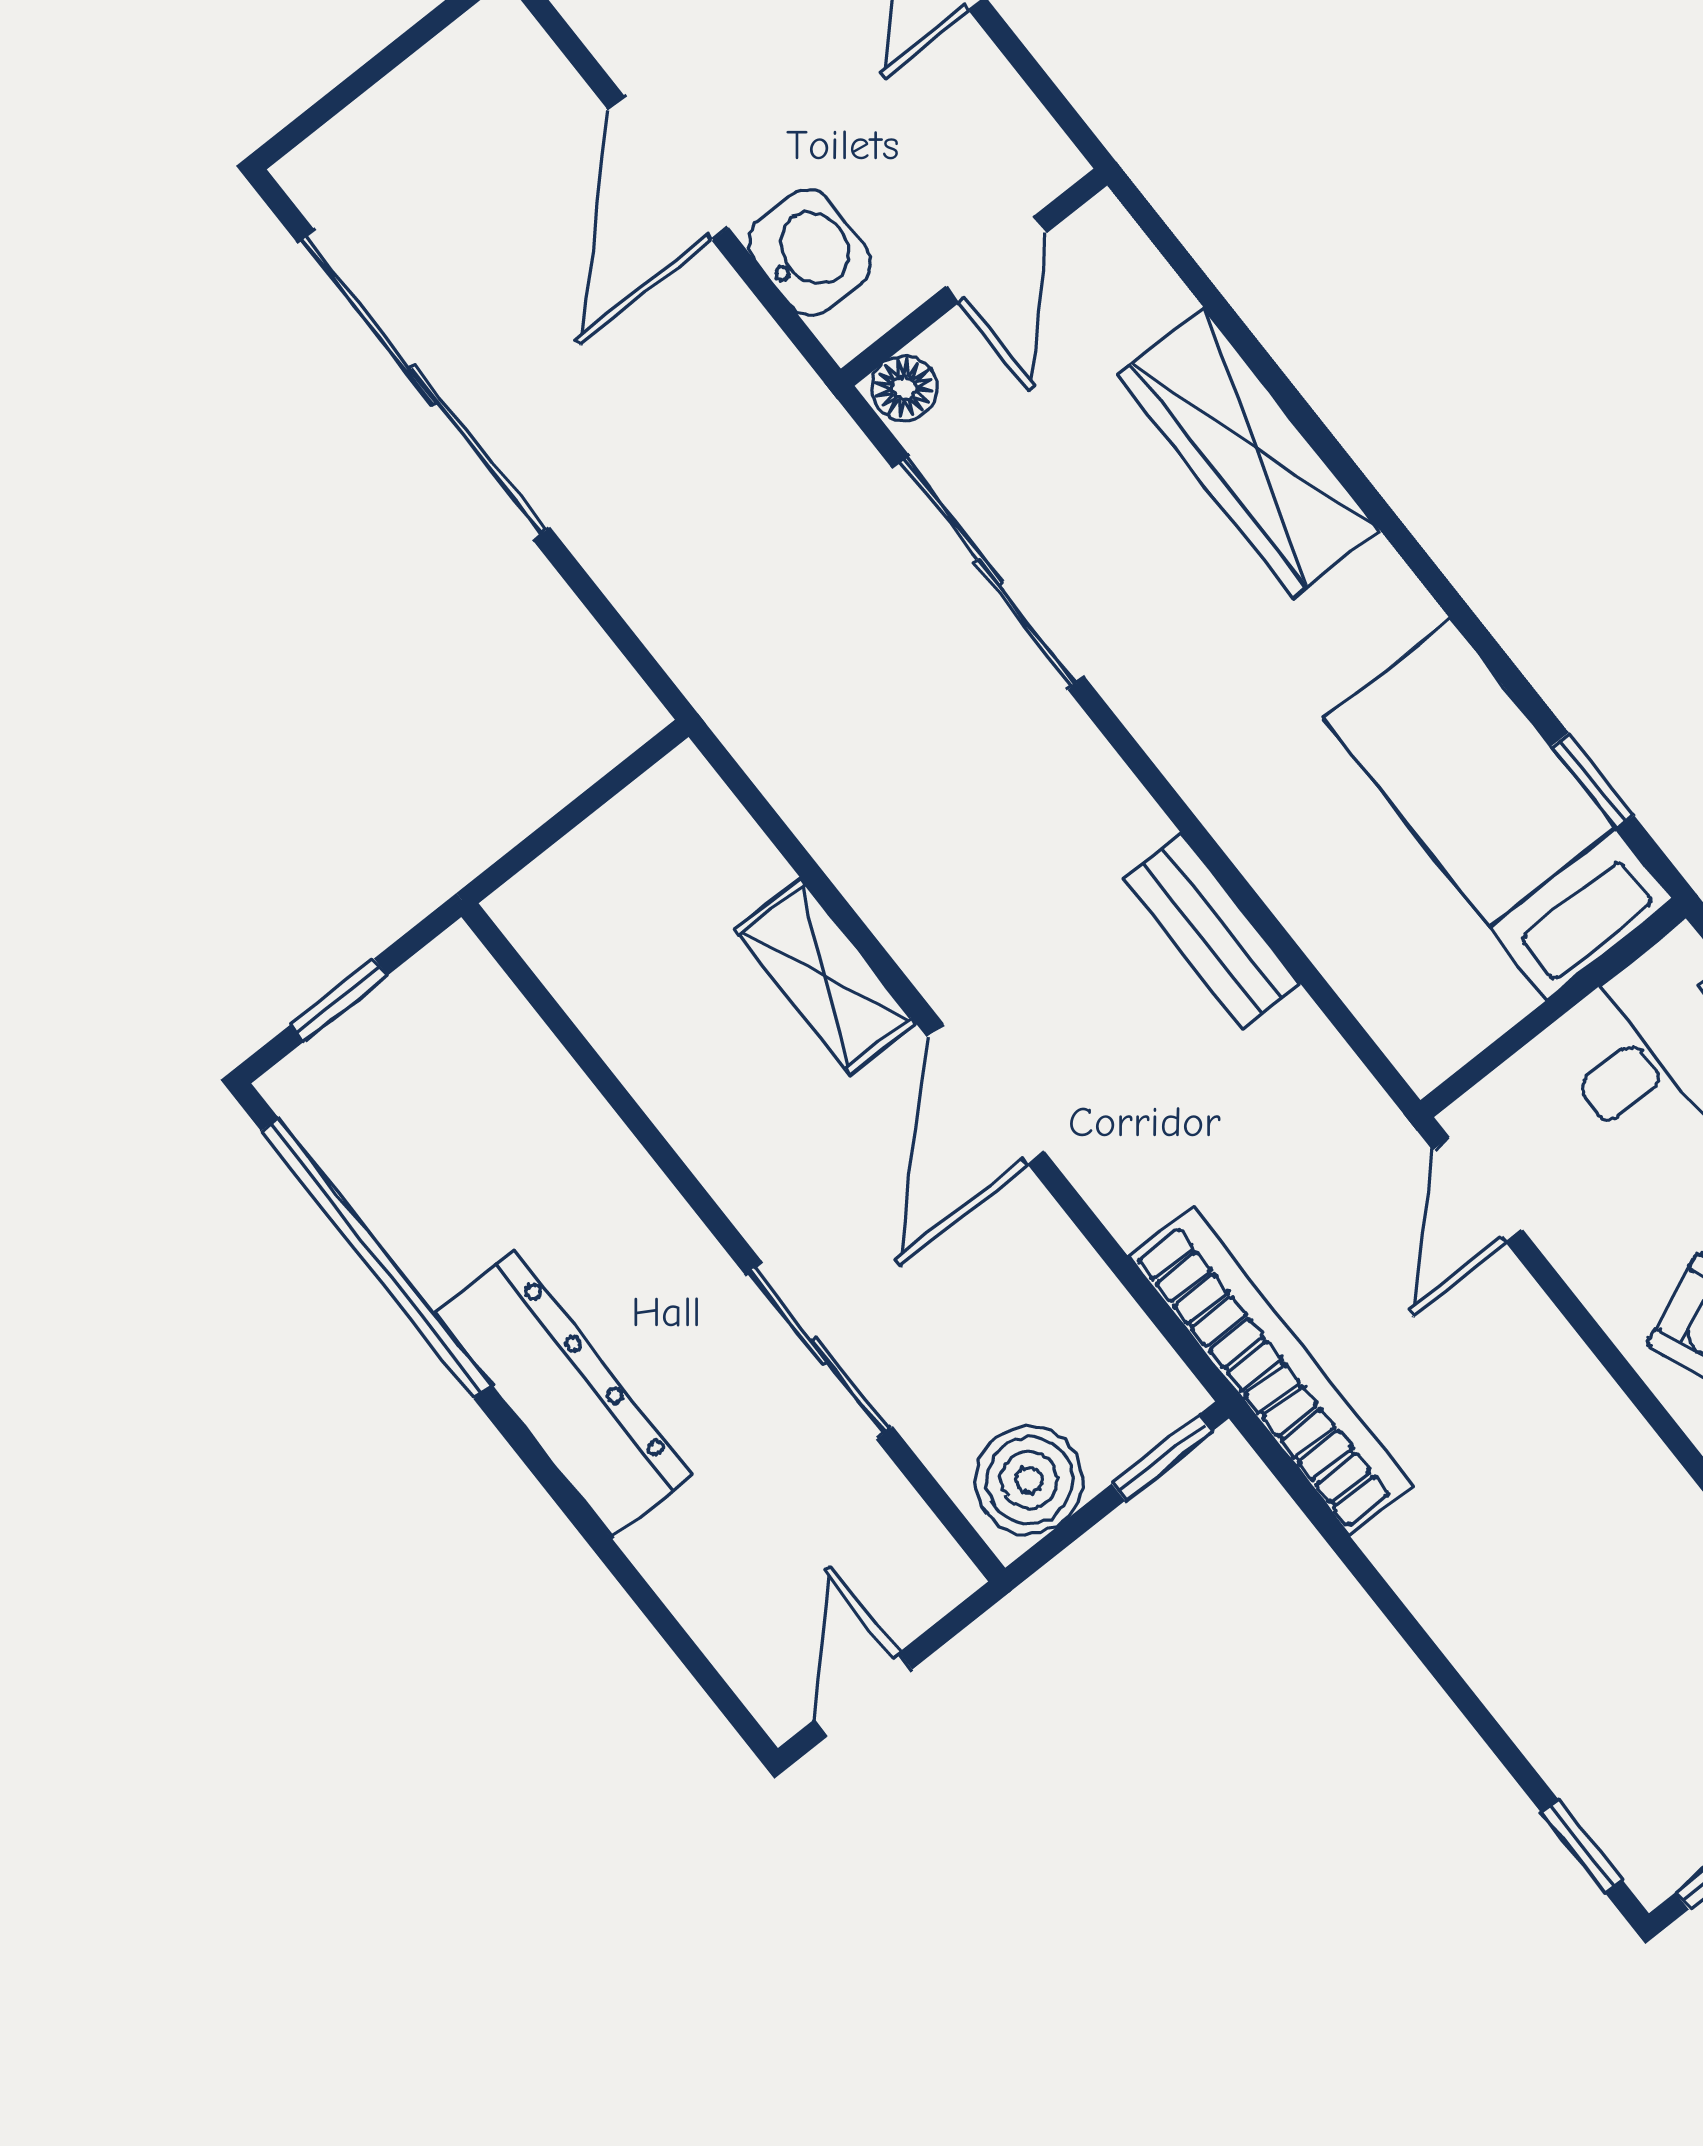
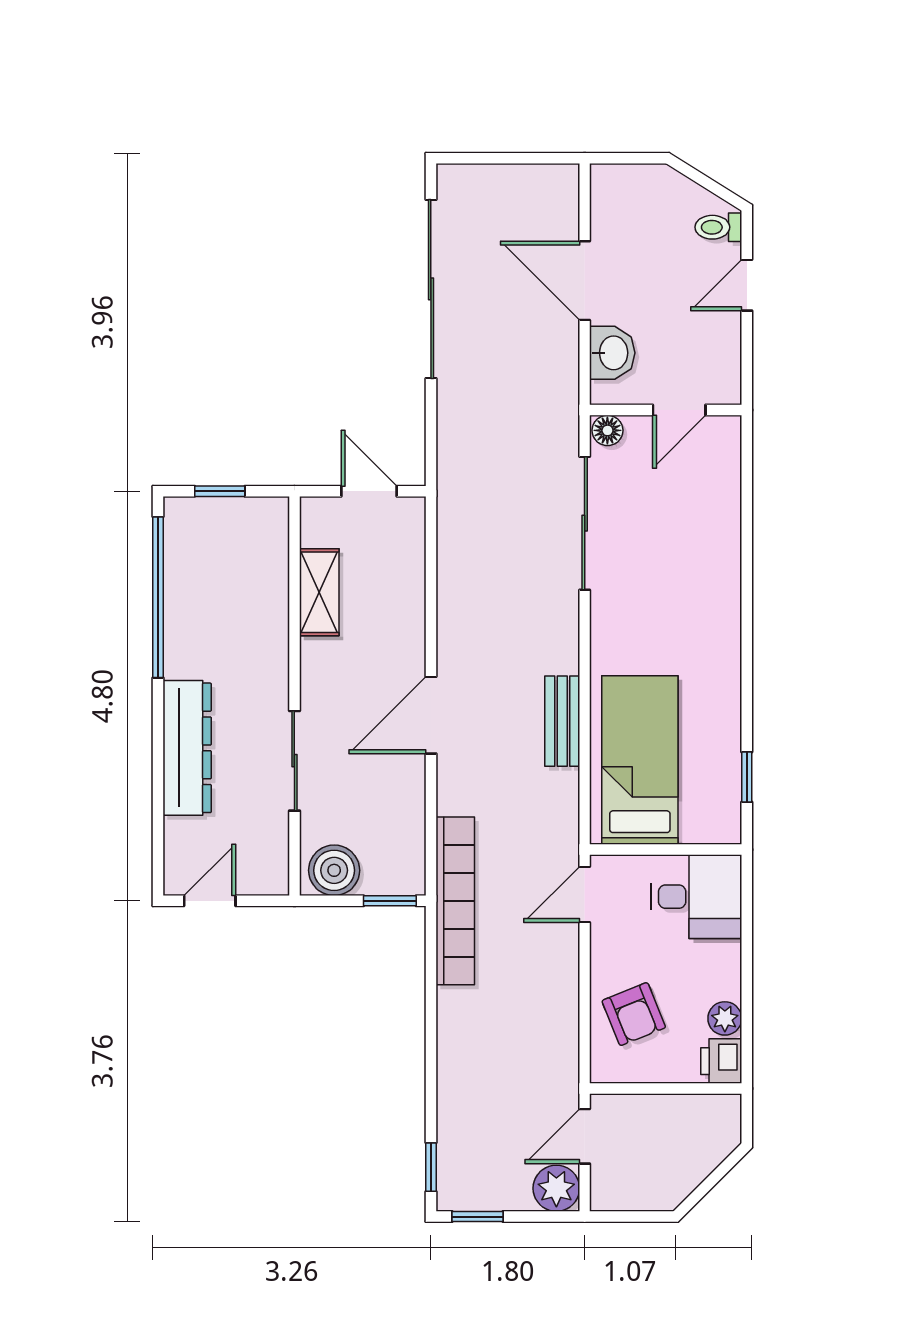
door: (668, 169) -> (585, 281), hinge flipped
wardrobe: (1249, 452) -> (716, 555), removed
door: (587, 803) -> (369, 491), added
bed: (1499, 809) -> (640, 760), moved
shelving: (825, 976) -> (319, 592), moved
dresser: (563, 1395) -> (187, 748), moved

